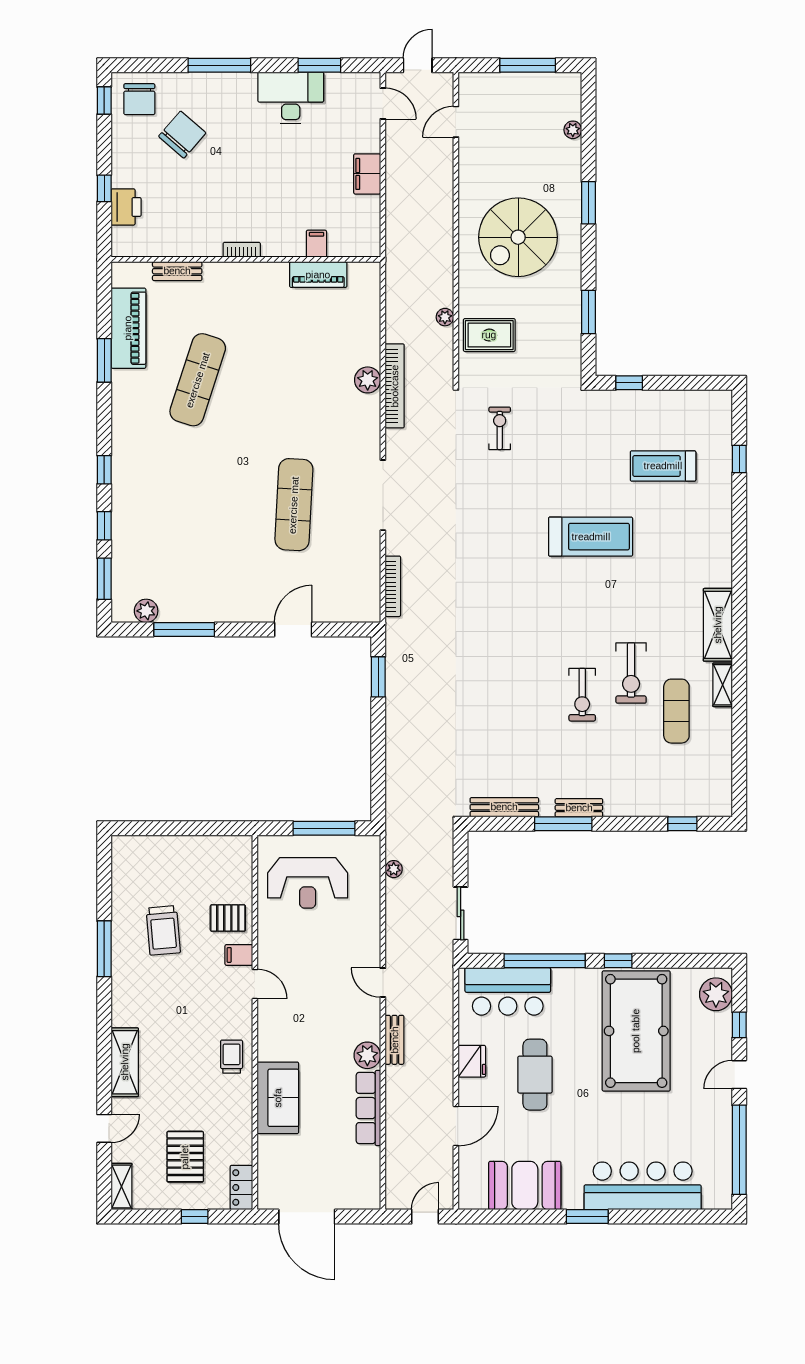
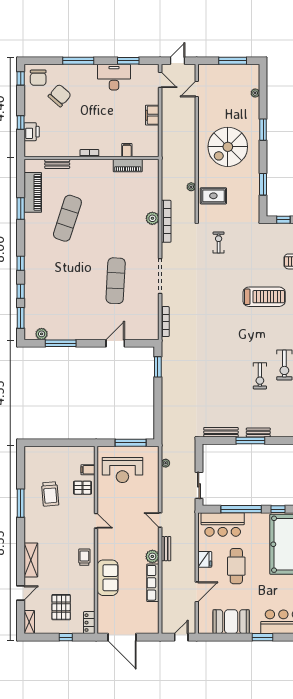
filing cabinet: (239, 955) -> (88, 470), moved

